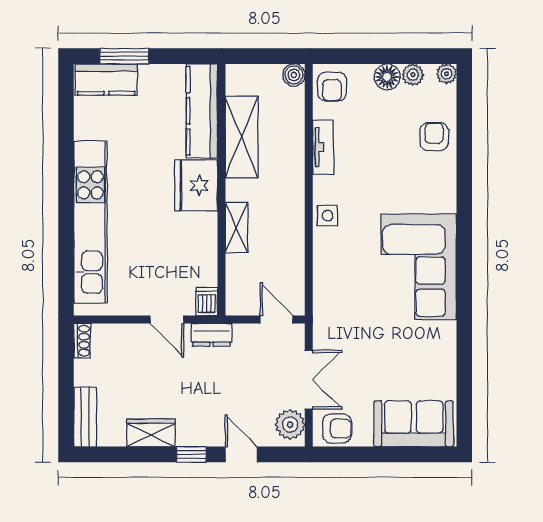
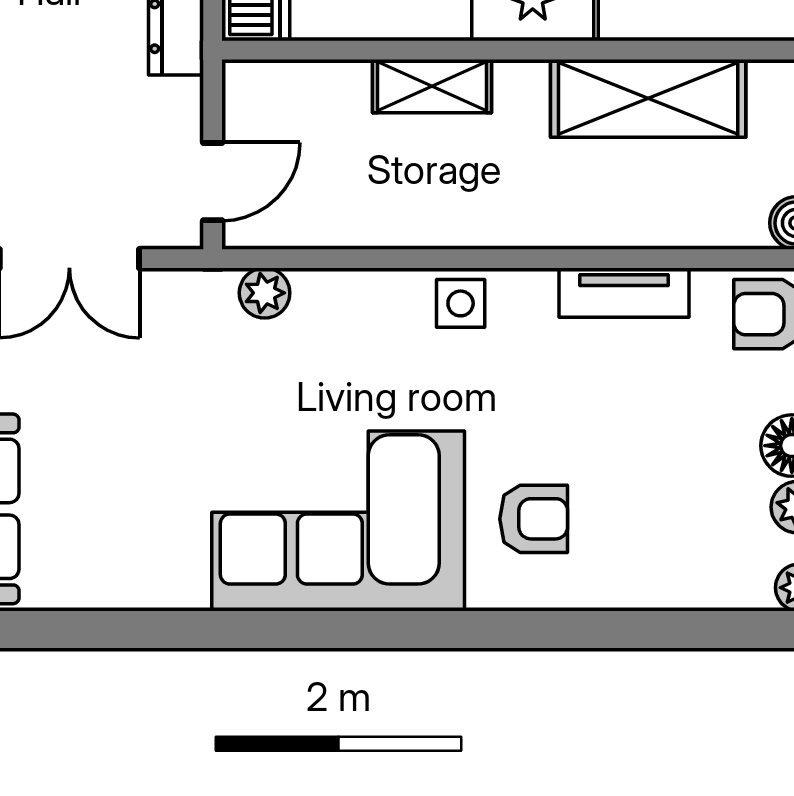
armchair: (434, 137) -> (534, 519), moved
plant: (323, 298) -> (265, 293), added

